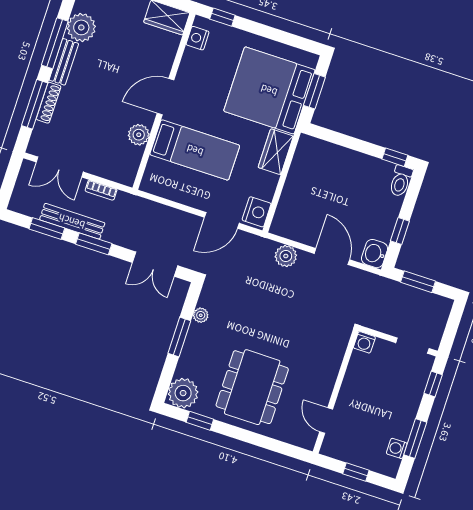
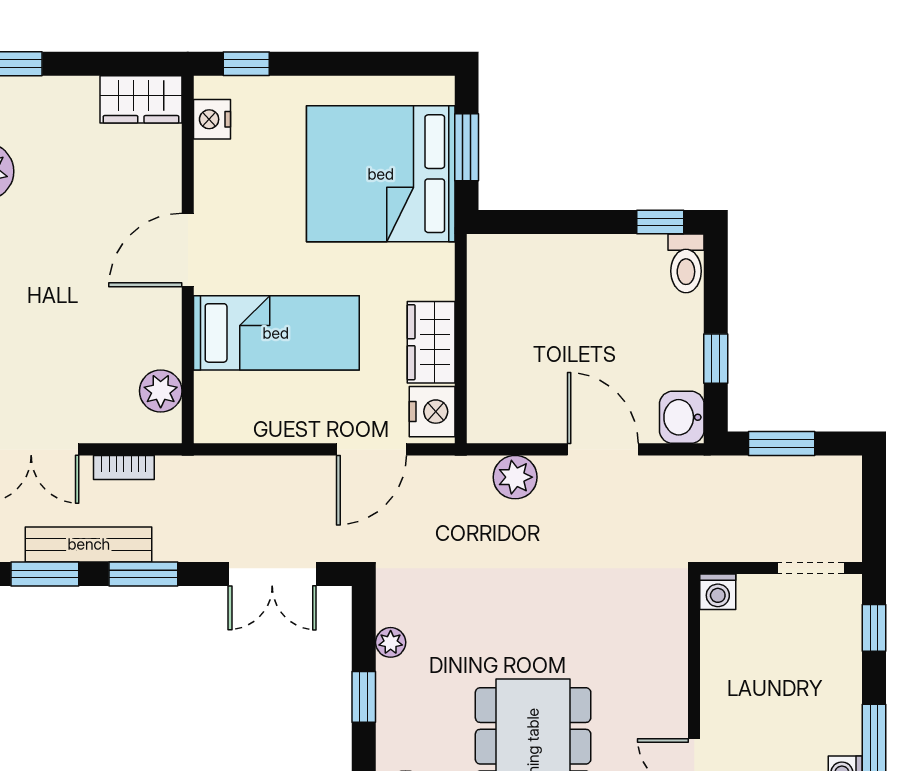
plant: (139, 135) -> (161, 391), moved
wardrobe: (276, 152) -> (431, 342), moved
window: (179, 337) -> (364, 697), width x0.67

